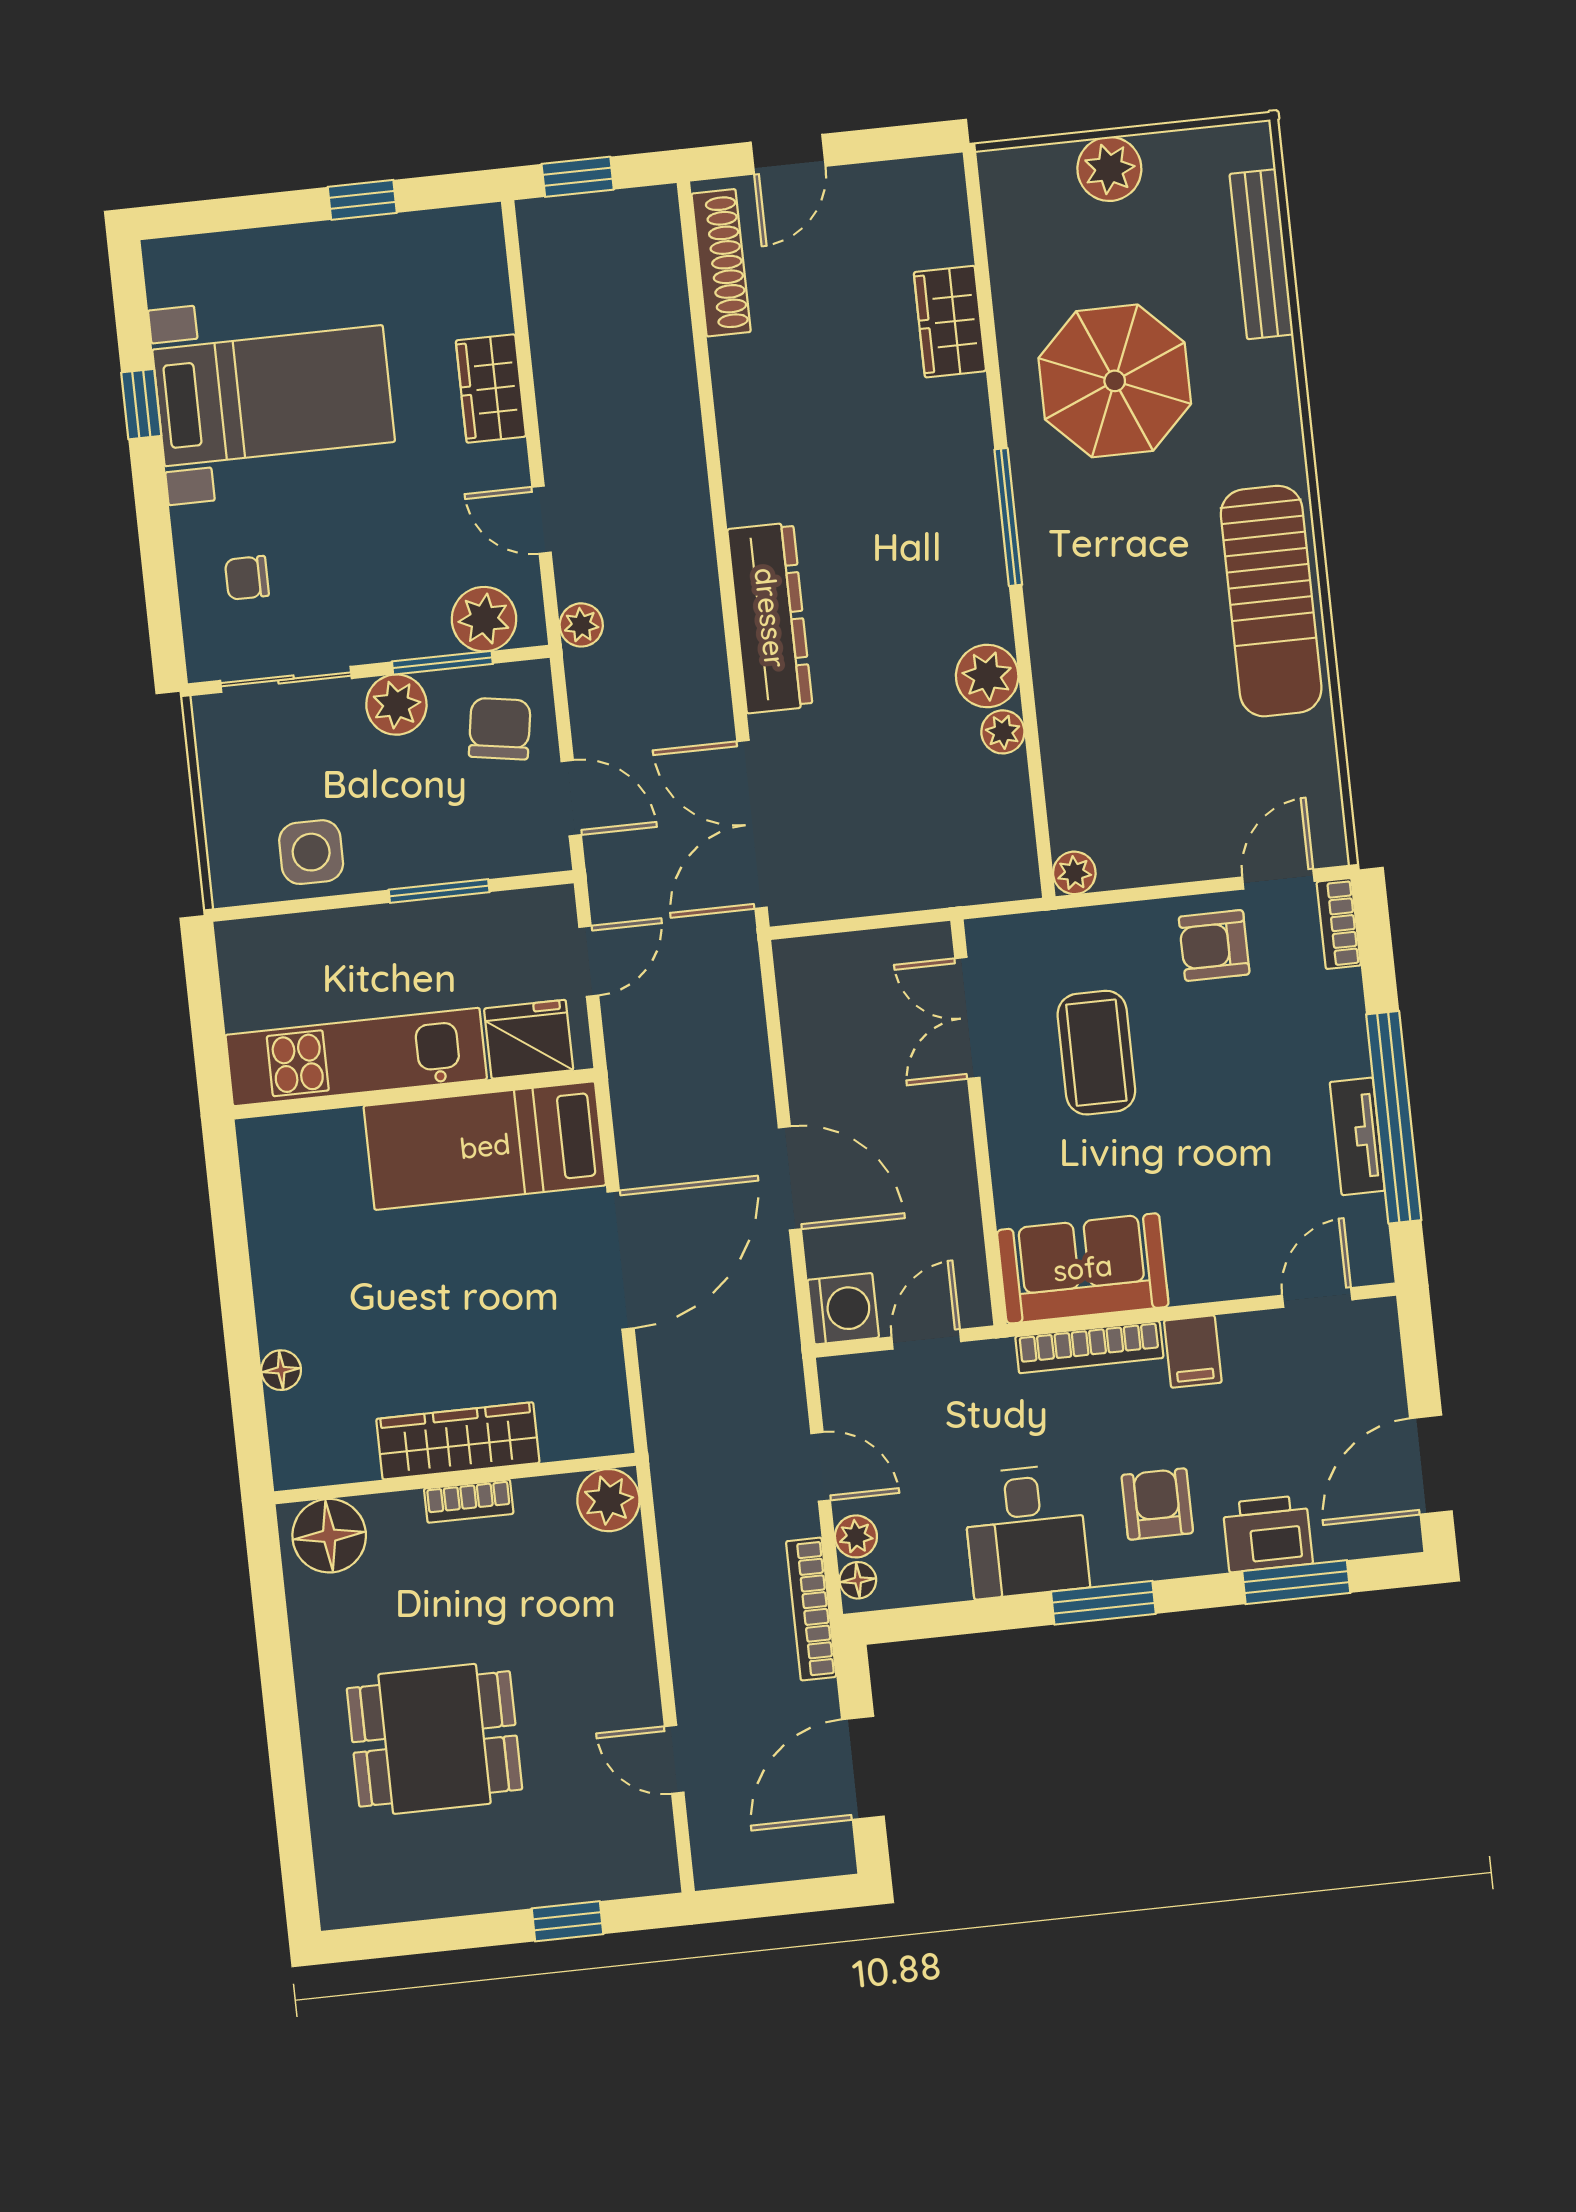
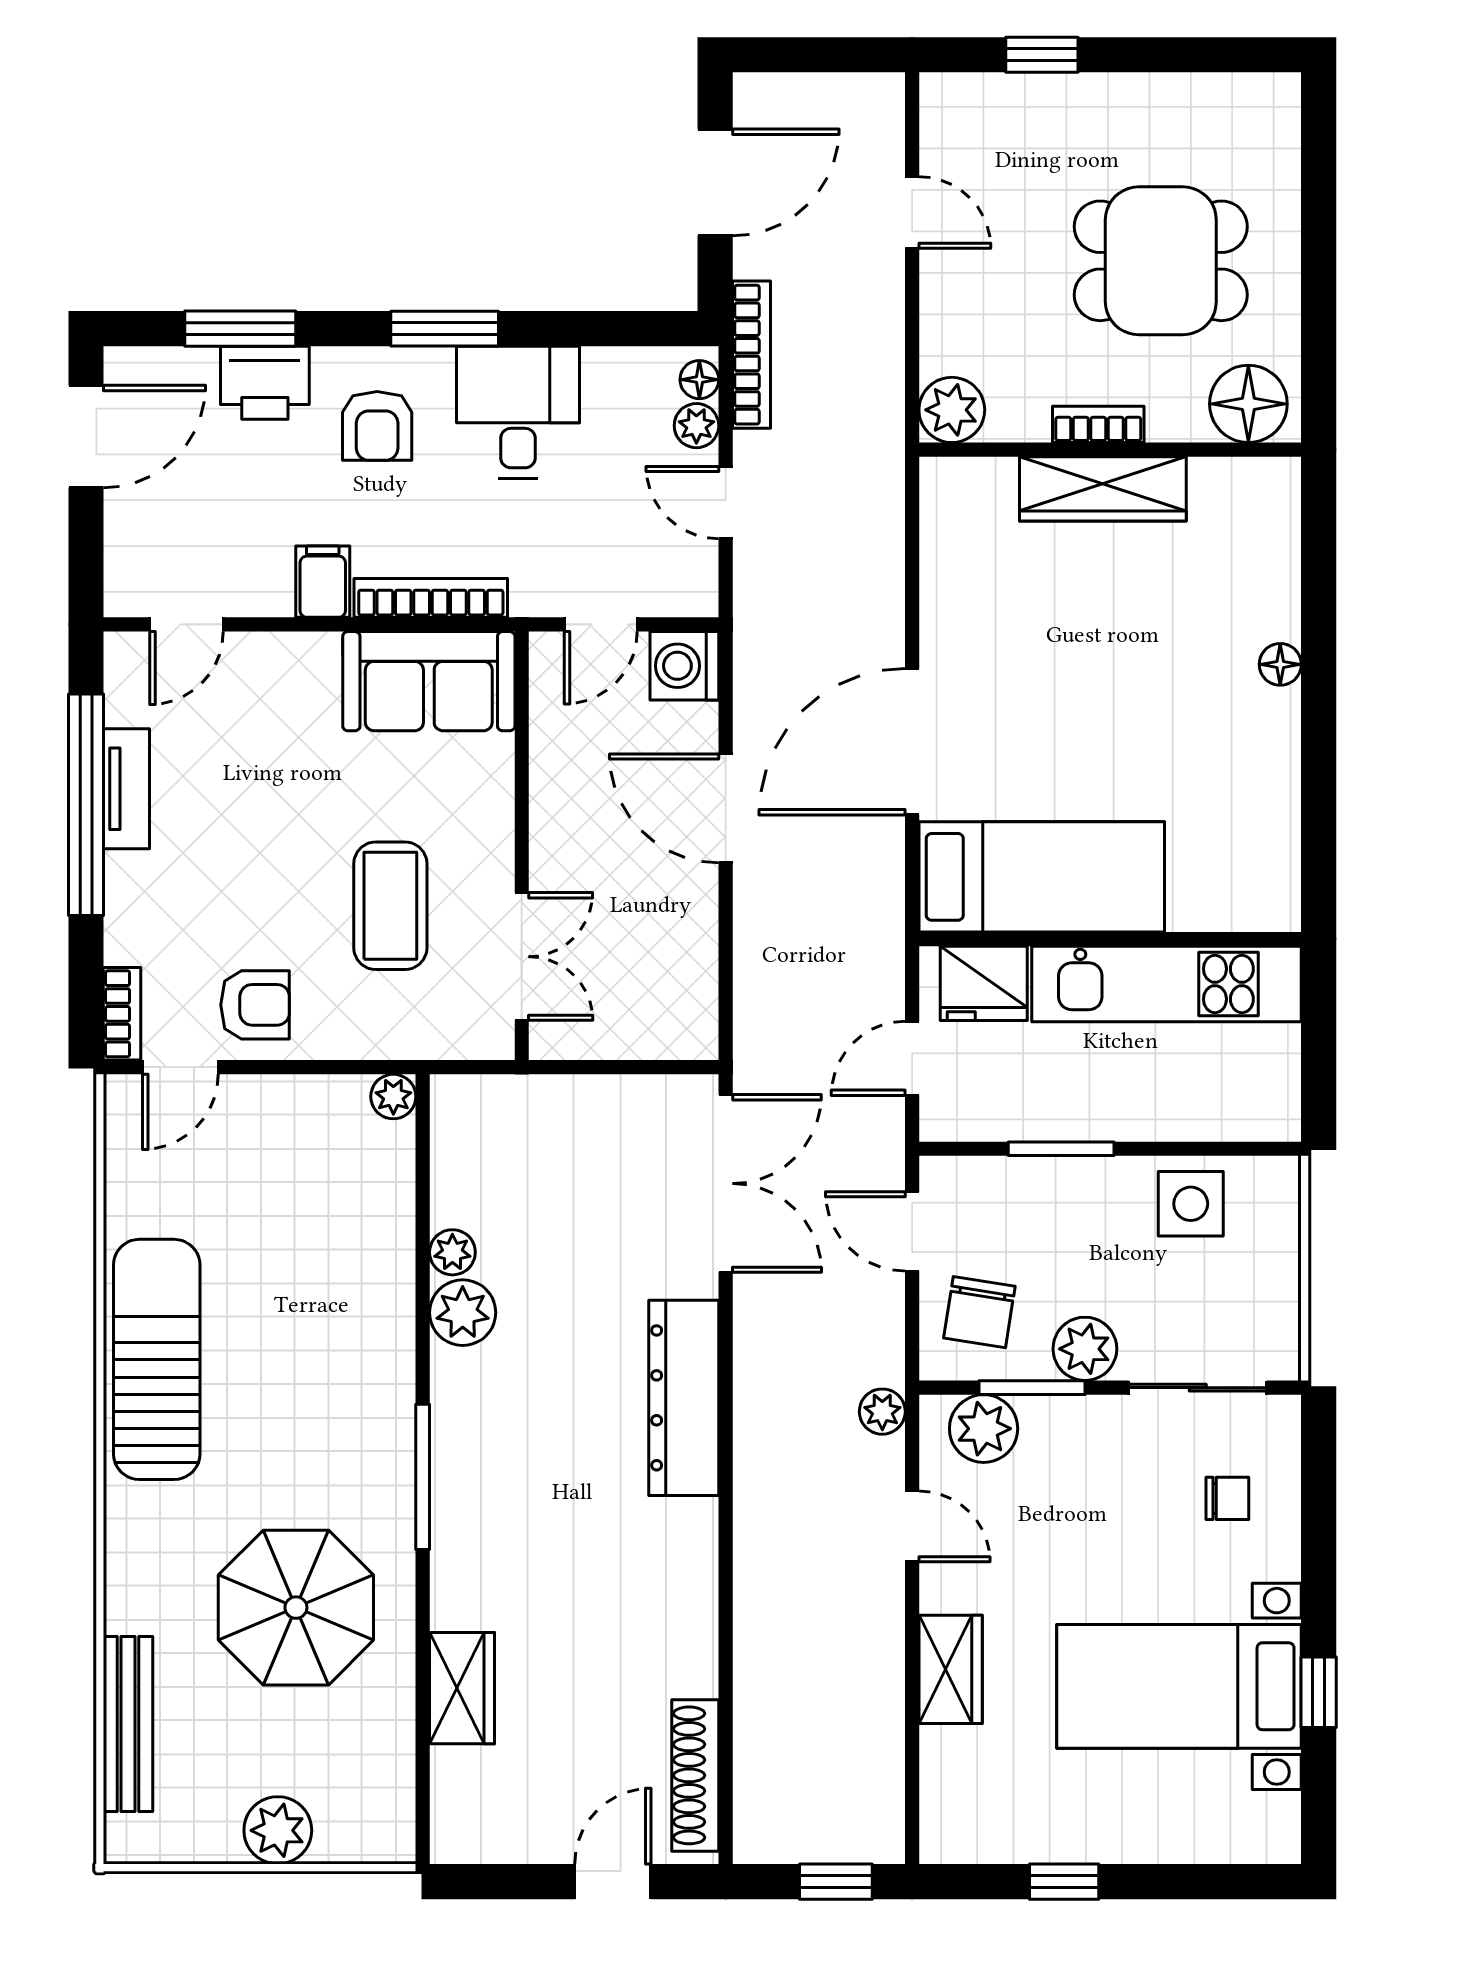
wardrobe: (458, 1441) -> (1103, 489), moved
wall: (455, 1479) -> (1110, 450), moved
plant: (608, 1500) -> (952, 410), moved
bookcase: (469, 1501) -> (1098, 424), moved
floor lamp: (329, 1536) -> (1248, 404), moved

